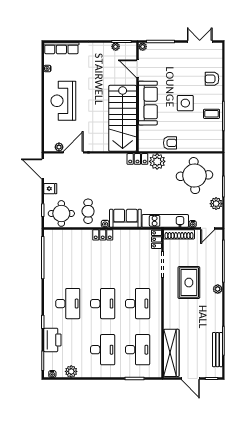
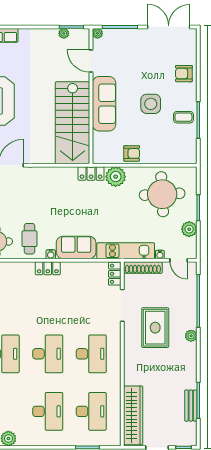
double door: (200, 41) -> (169, 27), width x1.37
door: (208, 228) -> (179, 260), hinge flipped
bench: (217, 350) -> (191, 406), width x0.73

